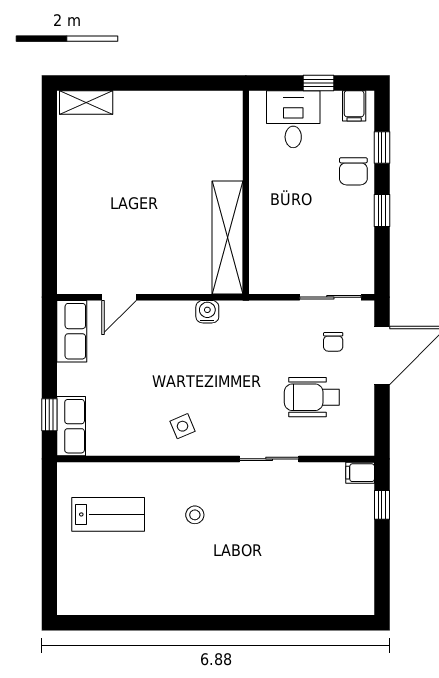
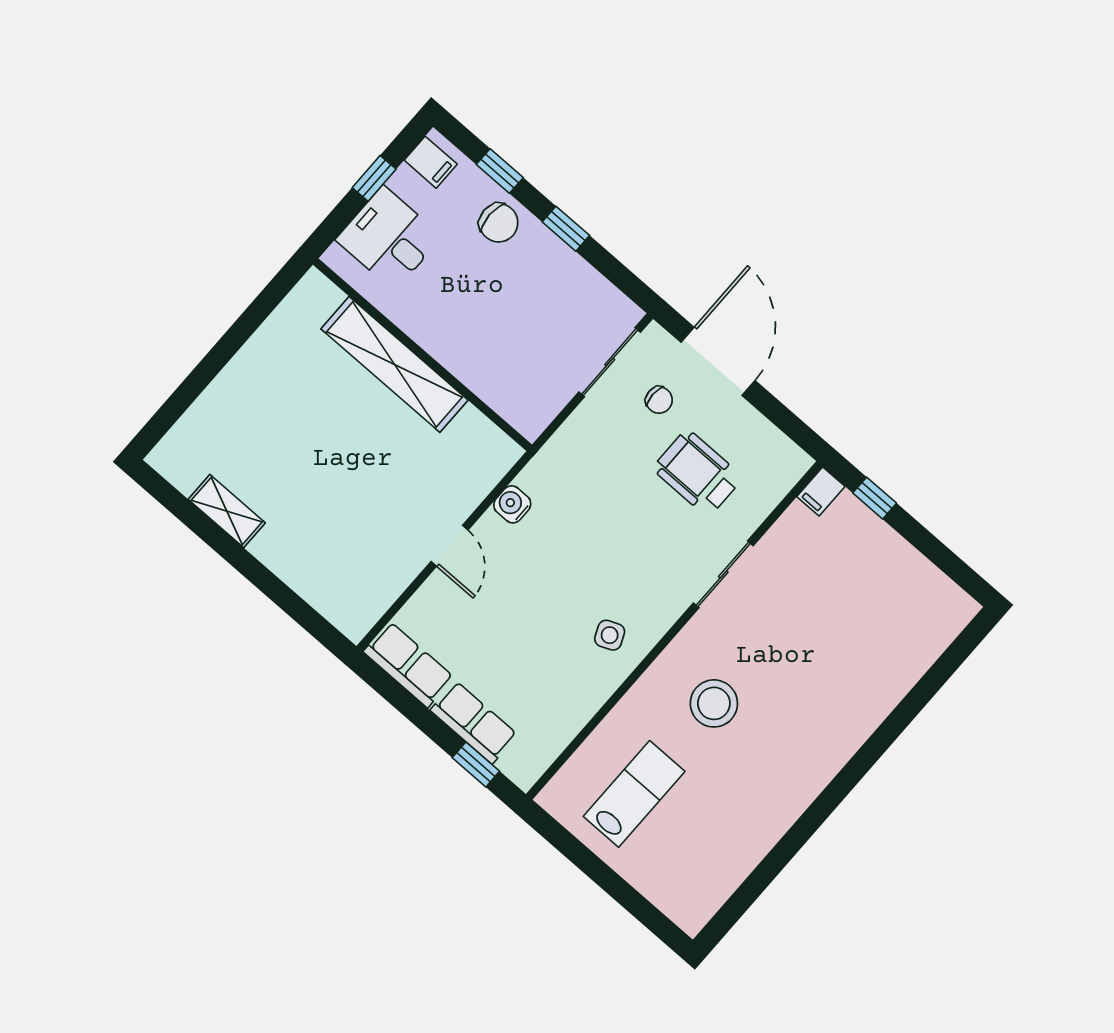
shelving: (86, 102) -> (227, 511), moved, turned 90
shelving: (227, 238) -> (395, 364), moved
door: (119, 297) -> (449, 546), moved
wheelchair: (312, 397) -> (698, 473), turned 90
row of seats: (71, 426) -> (474, 722), moved
stool: (195, 515) -> (714, 703), width x1.89, depth x1.89

